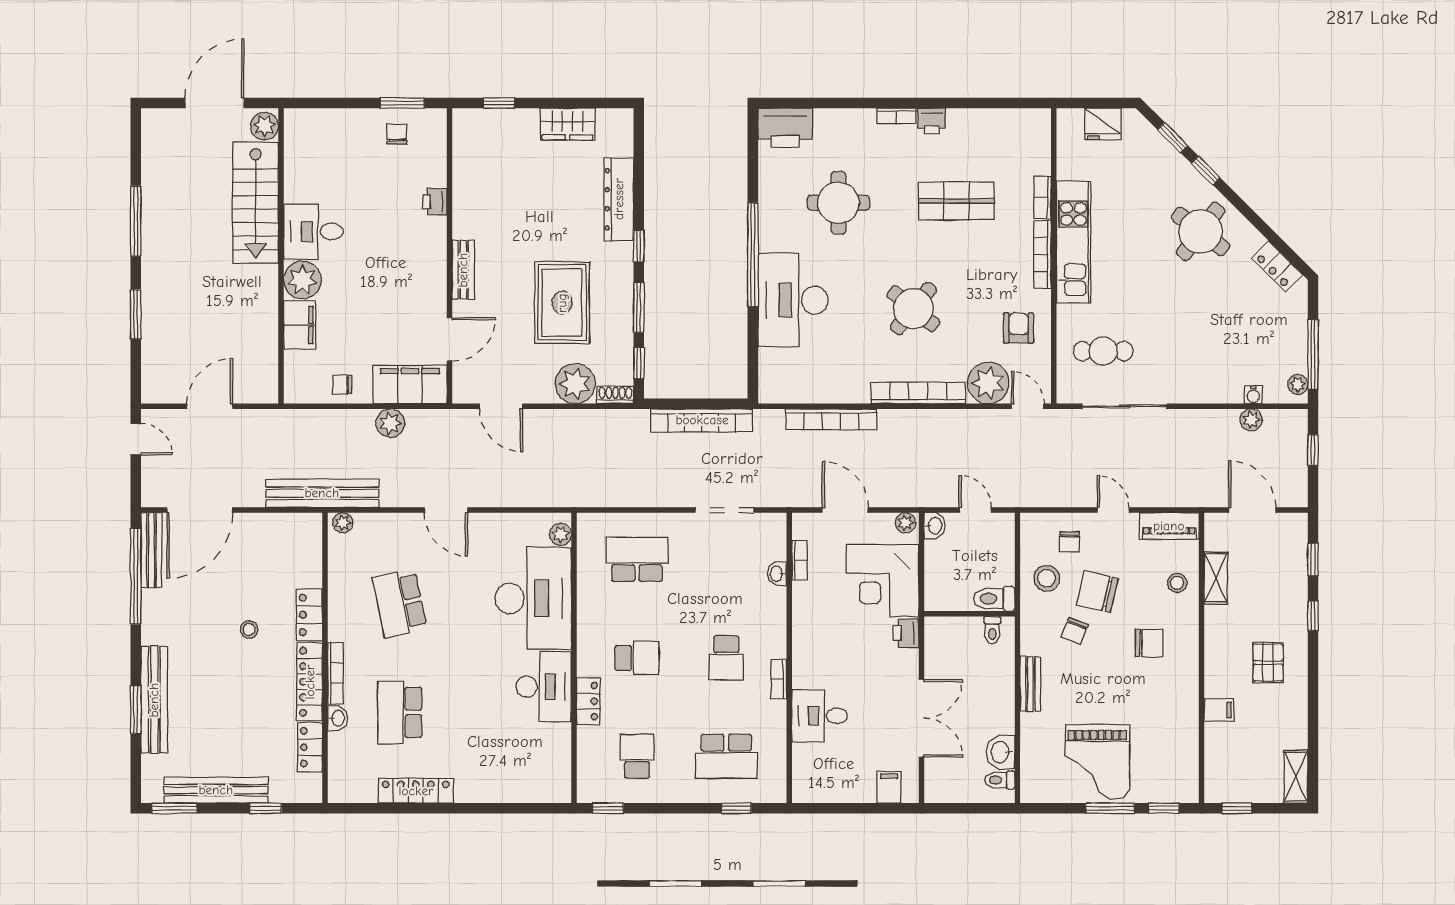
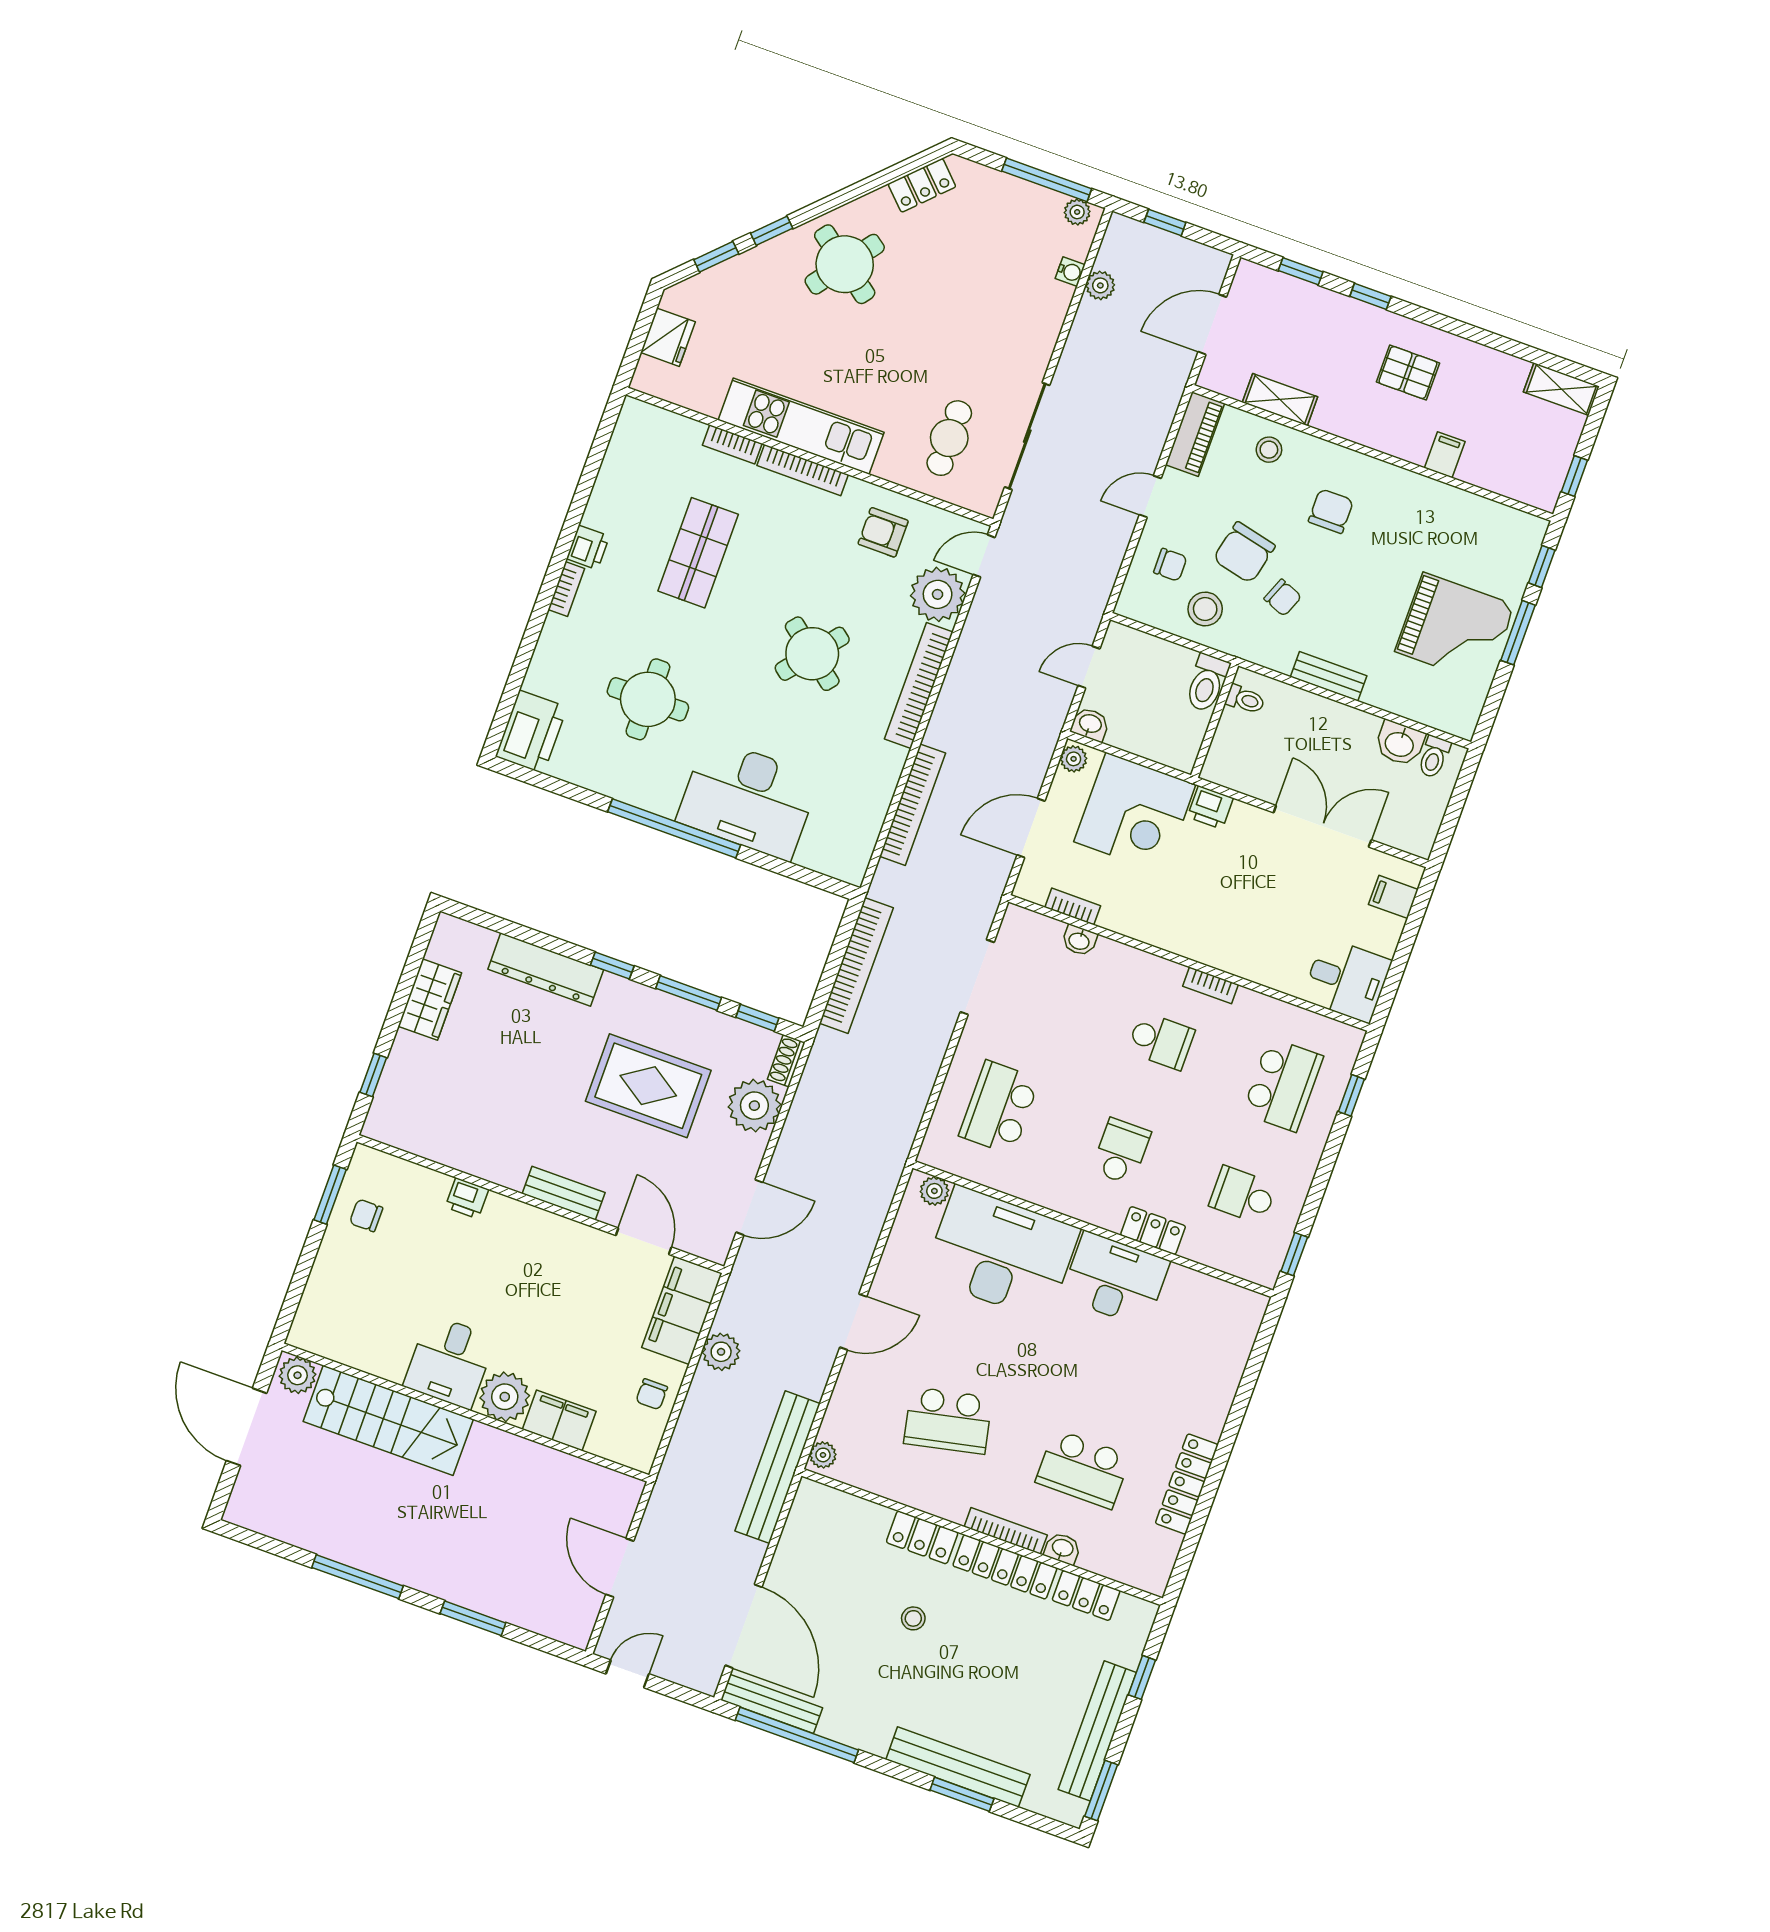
desk: (820, 716) -> (1347, 980), moved, turned -90

